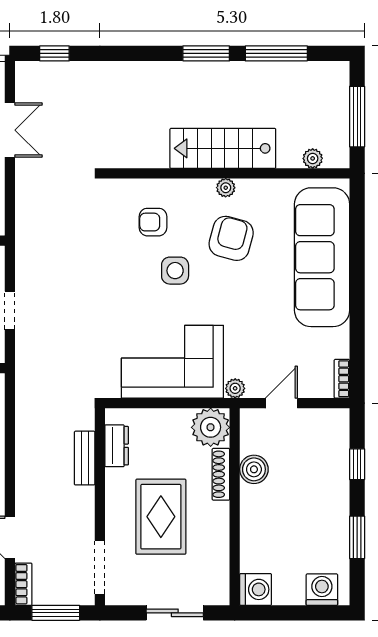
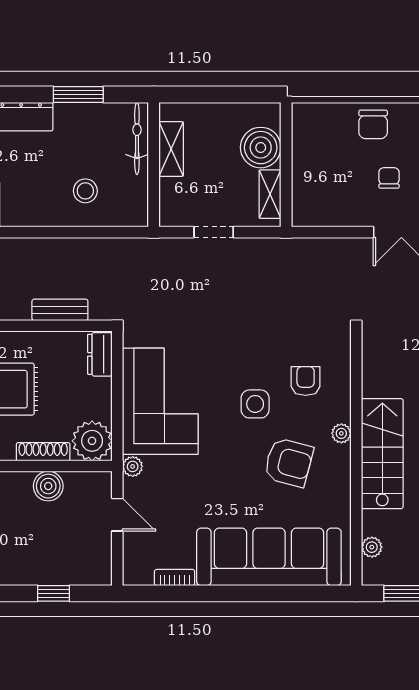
plant: (226, 188) -> (341, 433), moved
bookcase: (342, 379) -> (175, 578), moved
dresser: (117, 446) -> (100, 354), moved, turned 90

